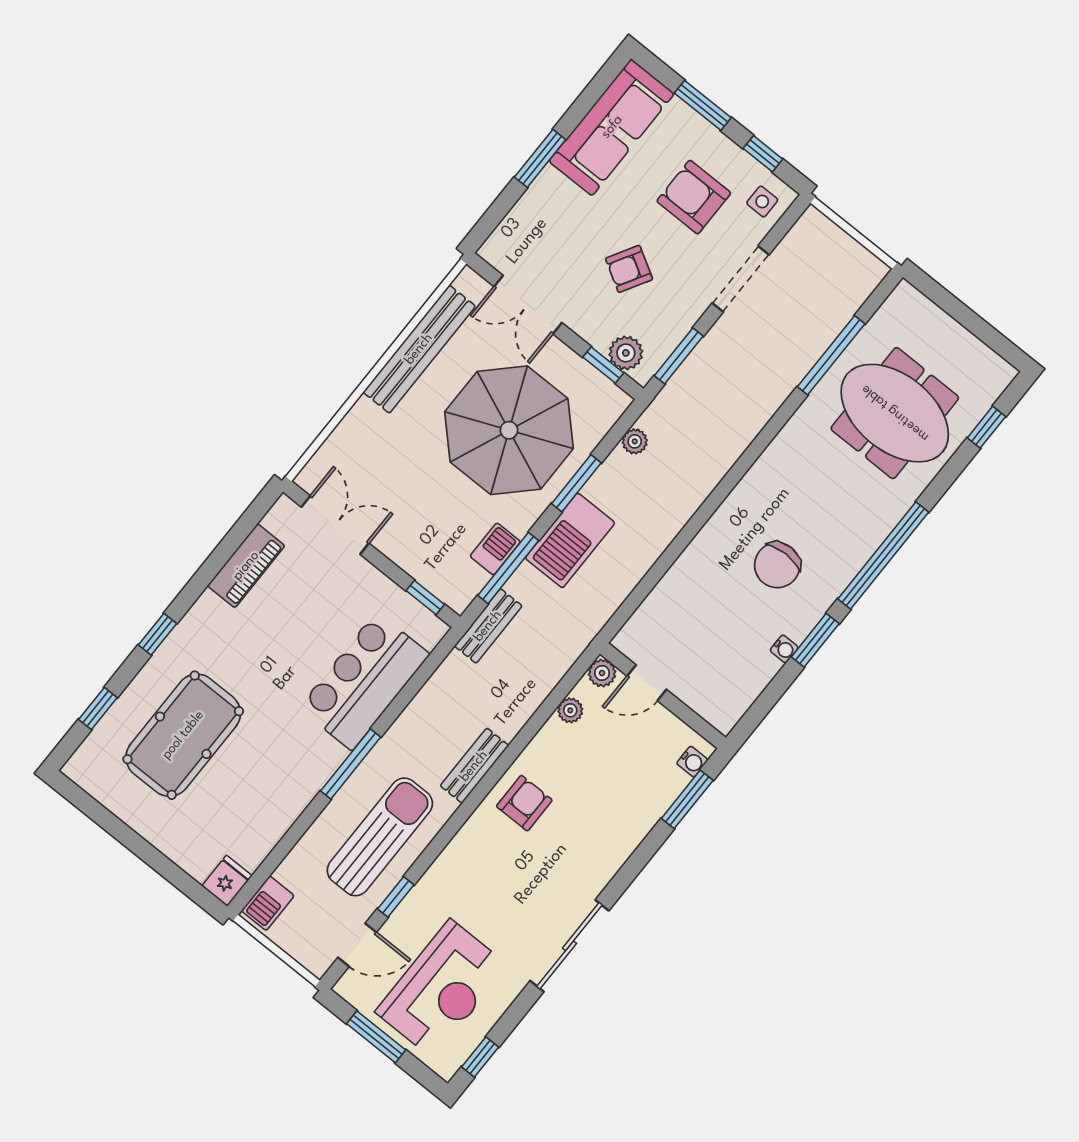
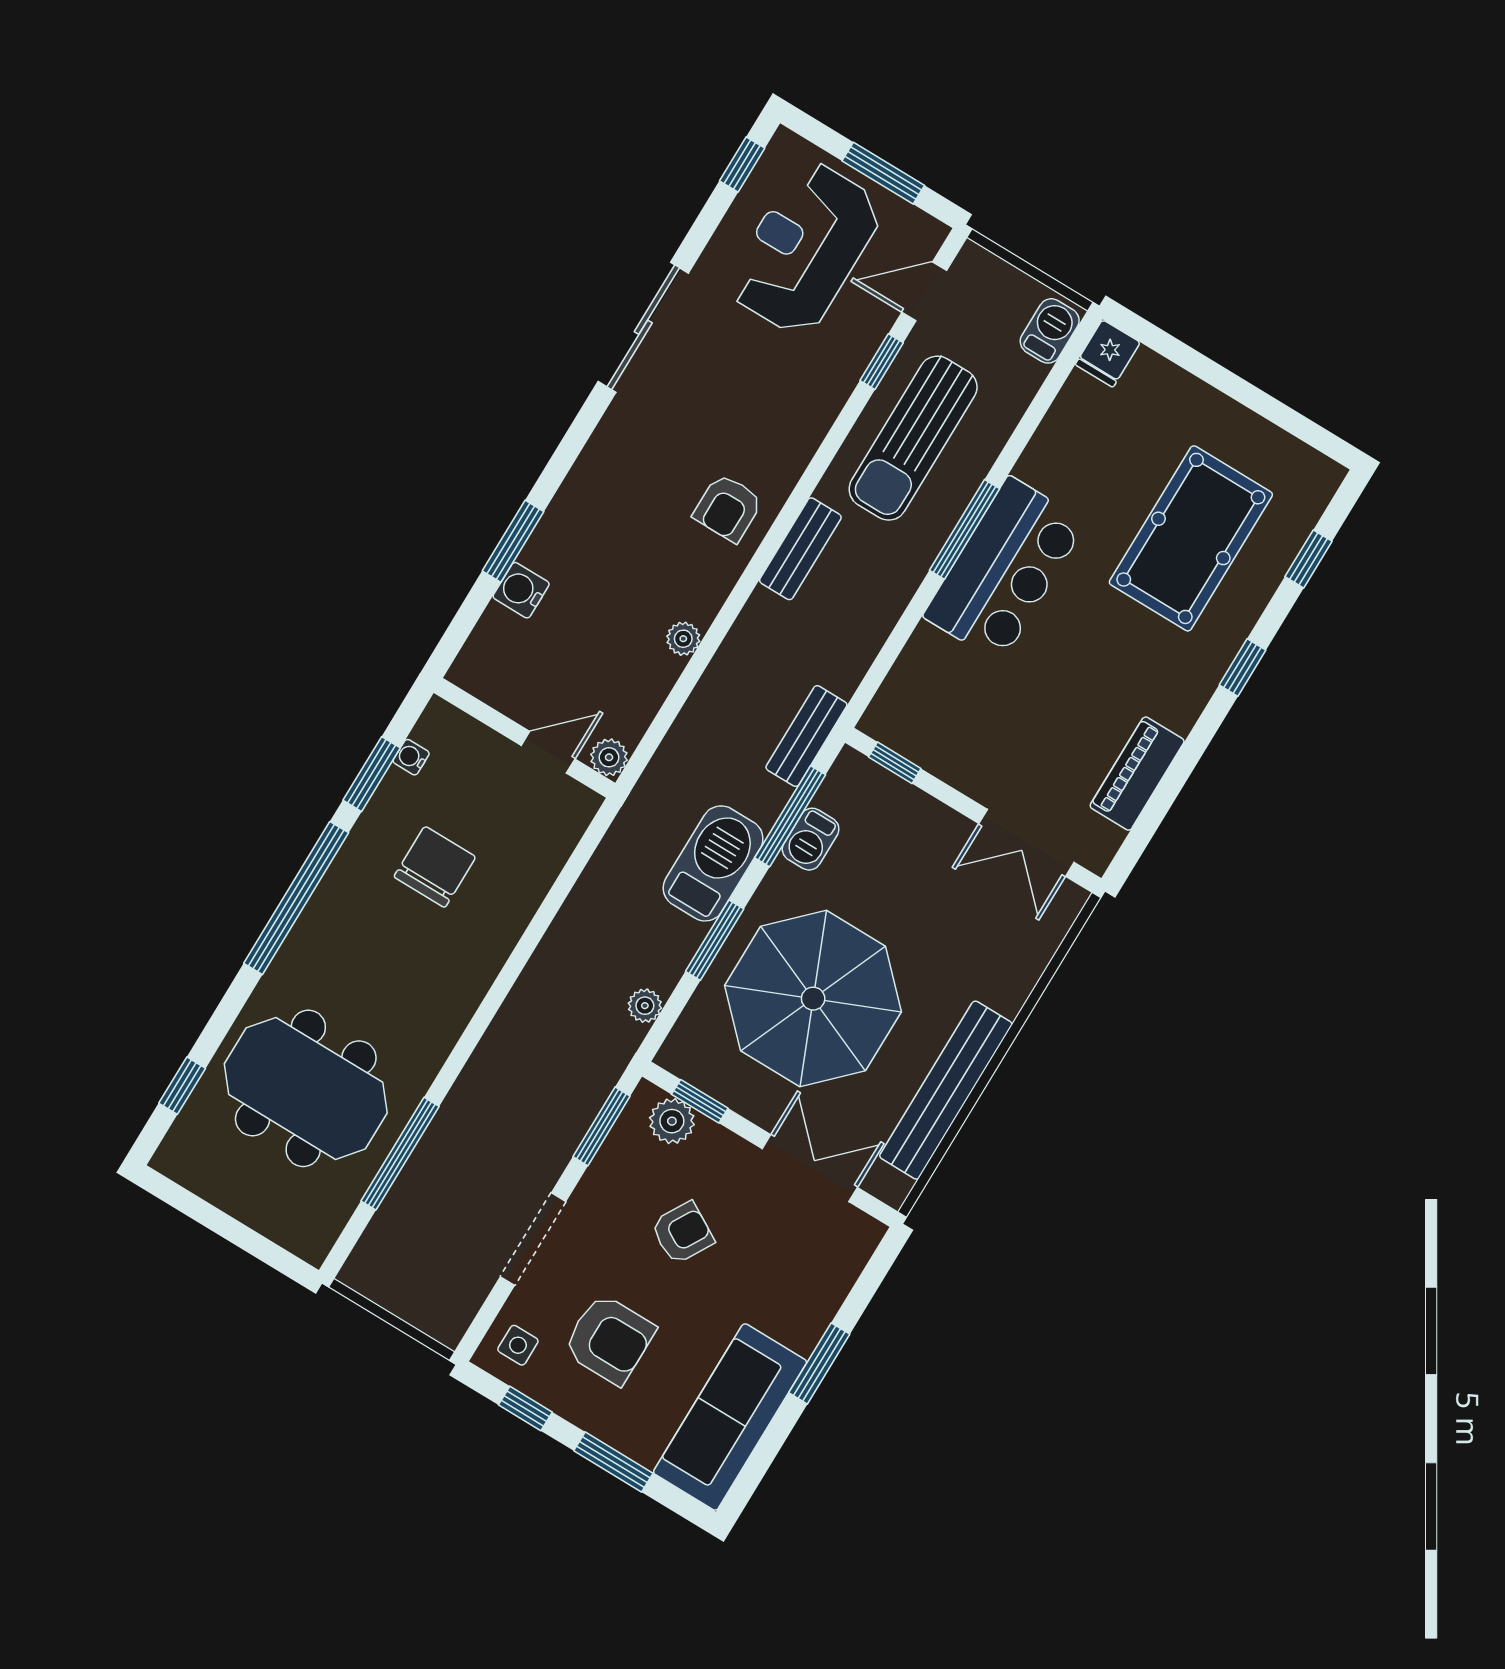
plant: (602, 673) -> (609, 757), moved
bar counter: (364, 681) -> (1005, 569), moved
door: (647, 683) -> (548, 752), moved
wall: (663, 696) -> (524, 738), moved
water cooler: (692, 762) -> (521, 590), width x1.38, depth x1.38

